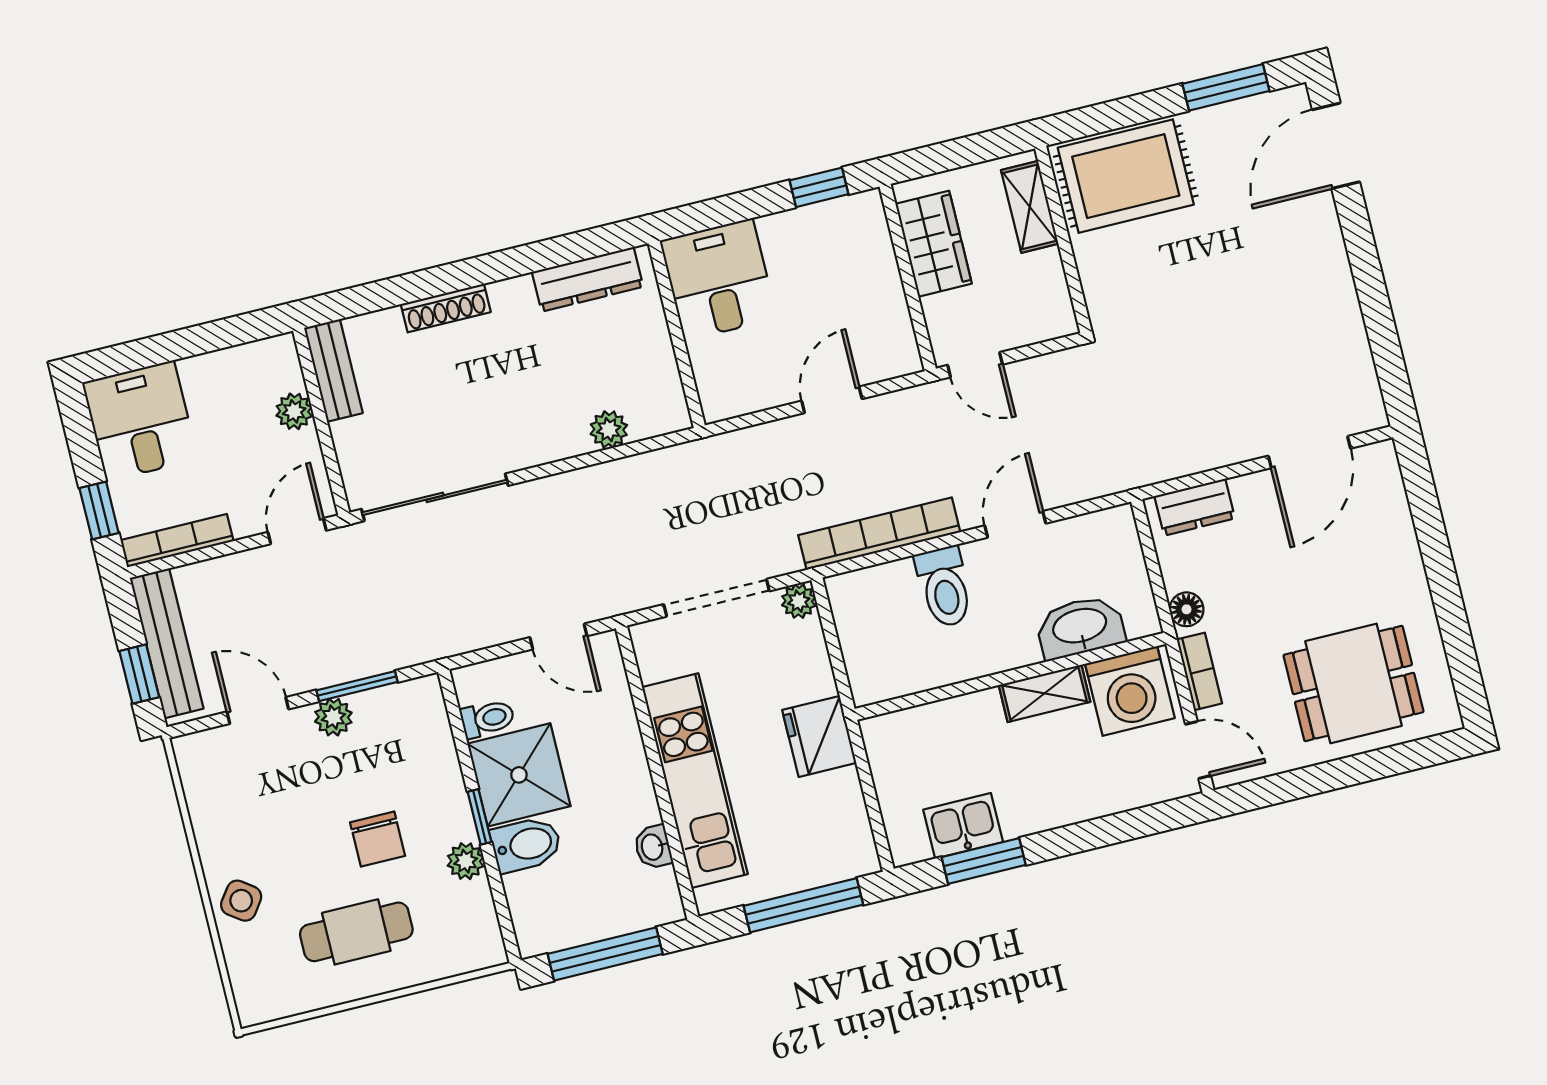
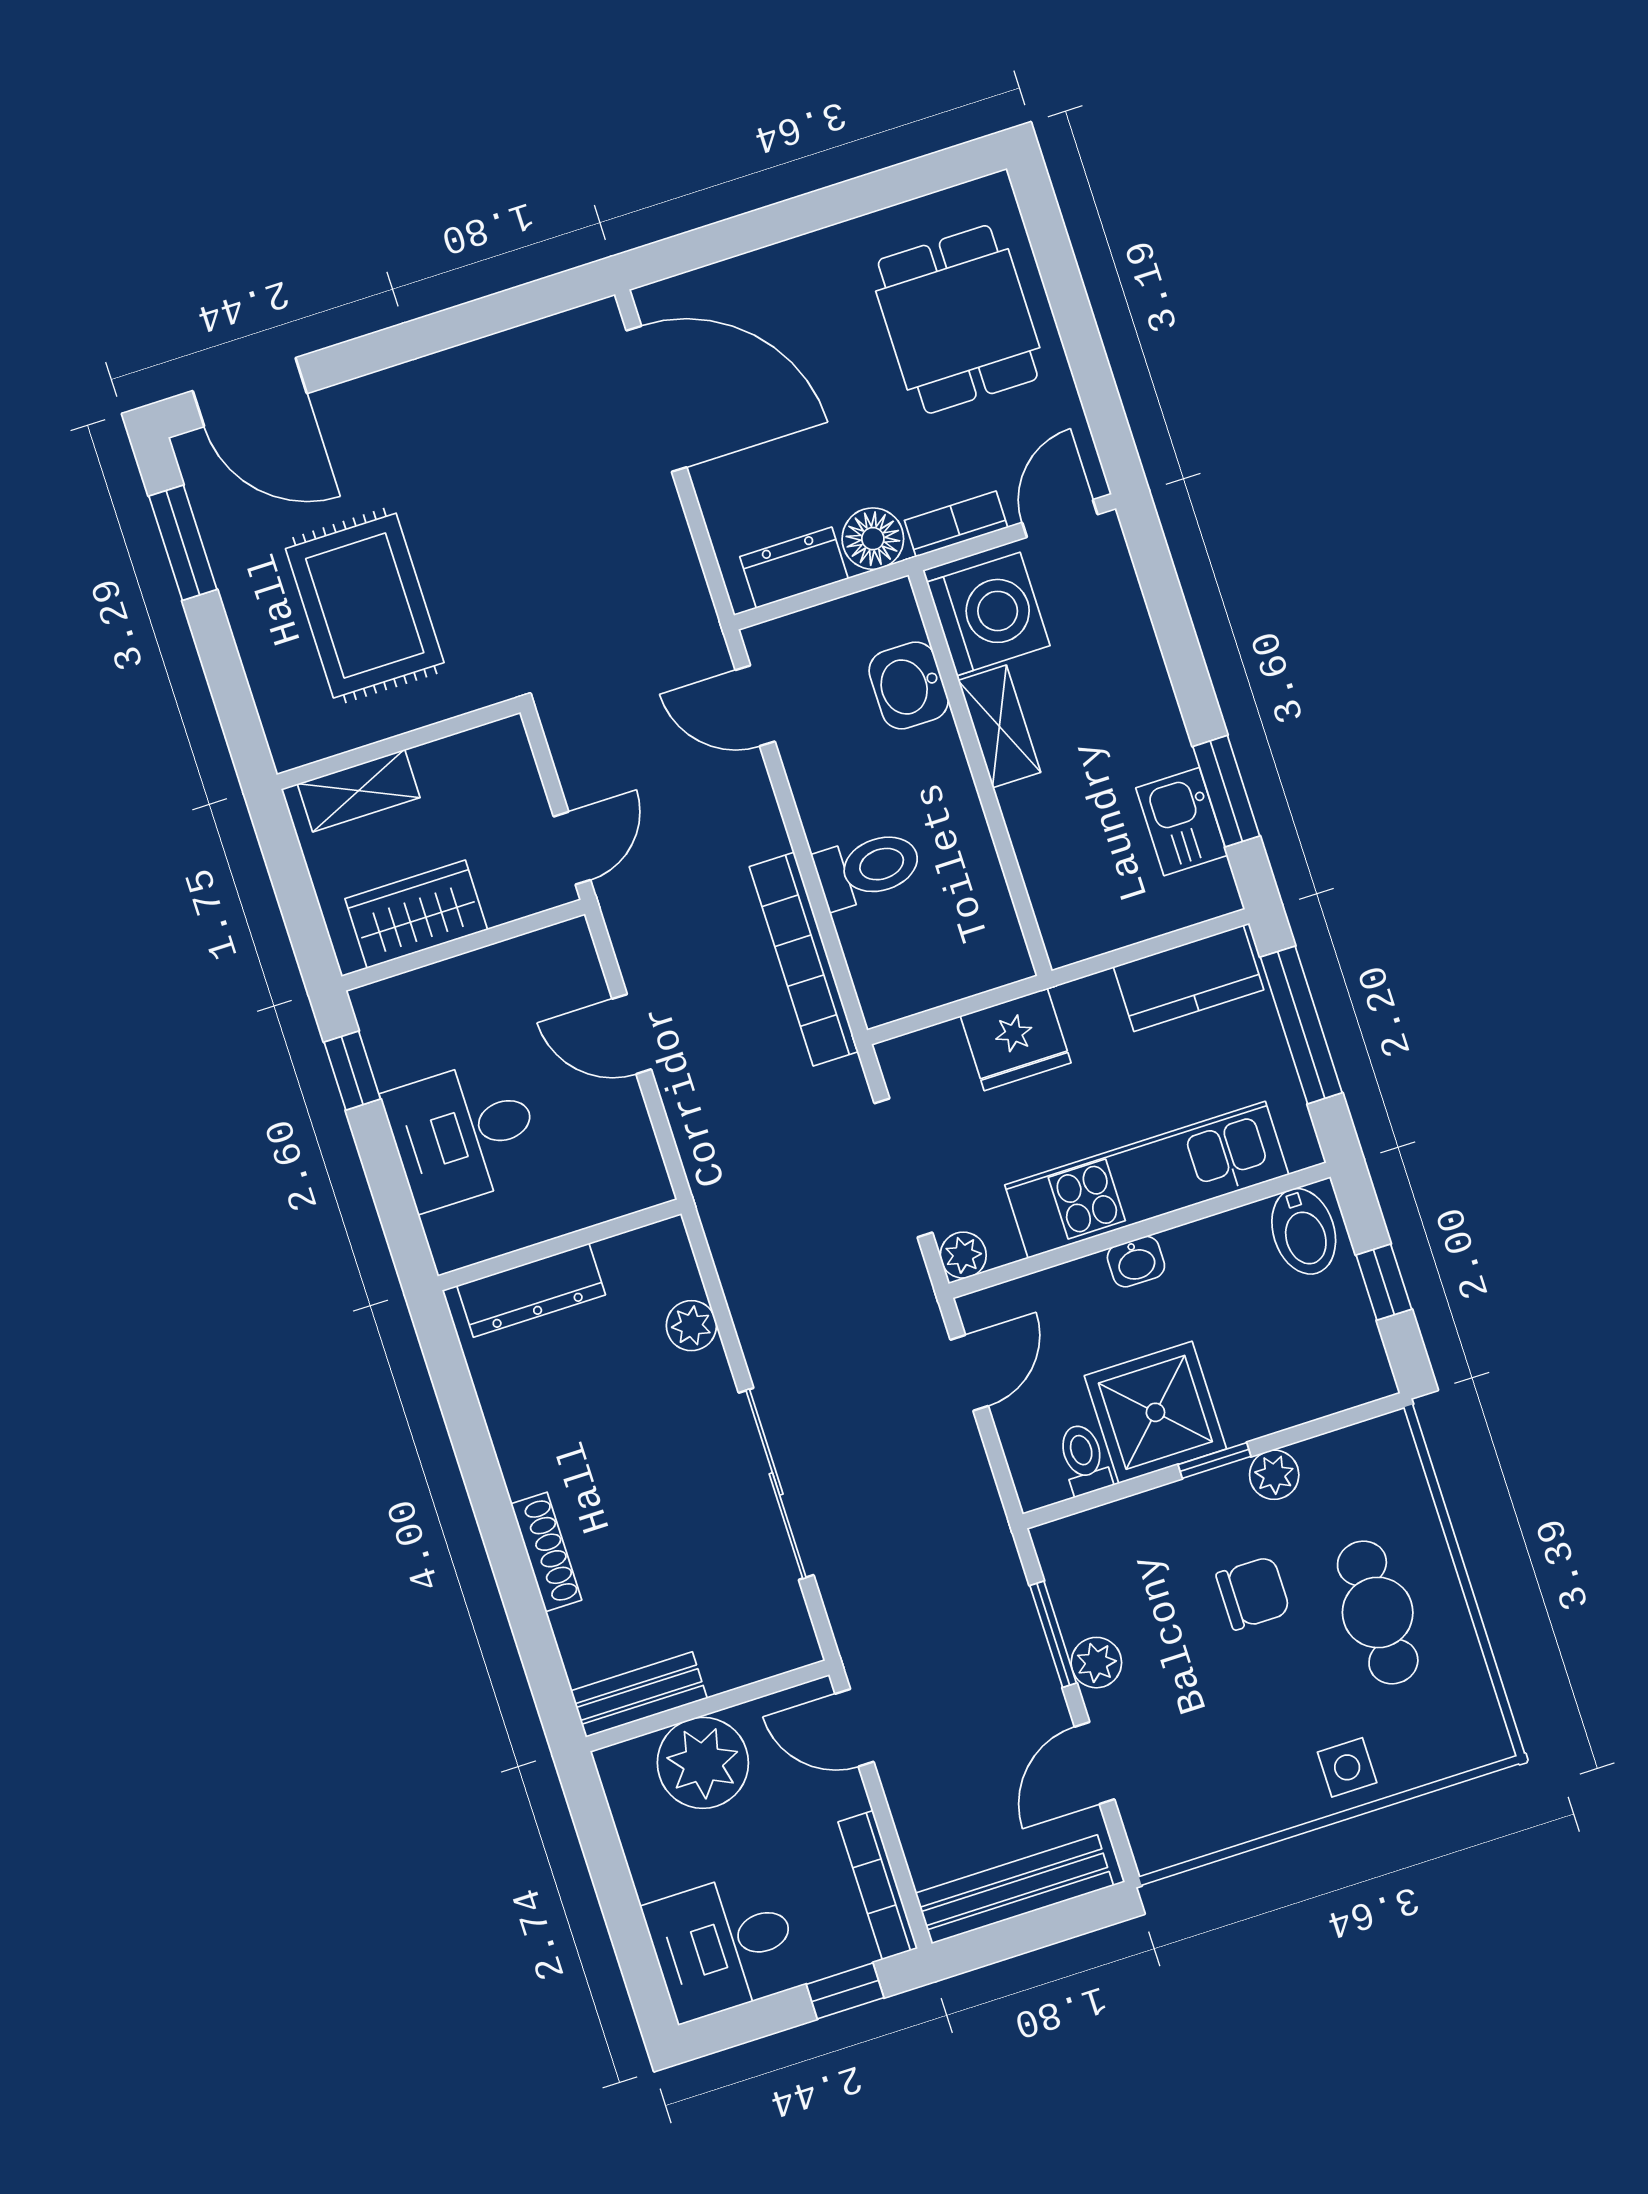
rug: (1126, 176) -> (365, 606), moved
dresser: (588, 279) -> (531, 1290), moved, turned 90
desk: (718, 280) -> (464, 1134), moved
plant: (294, 411) -> (703, 1763), width x1.88, depth x1.88
door: (1309, 452) -> (657, 399), width x1.36
sliding door: (435, 497) -> (776, 1484), moved
dresser: (1195, 507) -> (794, 568), moved, turned -90
door: (1015, 524) -> (755, 706), moved
plant: (799, 601) -> (963, 1255), moved
floor lamp: (1187, 609) -> (873, 539), width x1.37, depth x1.37
washbasin: (1080, 627) -> (909, 686), width x0.72
window: (139, 674) -> (1057, 1923), removed
fridge: (819, 736) -> (1016, 1039), moved
kitchen counter: (844, 823) -> (1188, 978), added
bidet: (526, 845) -> (1304, 1231), moved, turned 180
washbasin: (653, 847) -> (1136, 1262), moved
side table: (241, 901) -> (1347, 1767), turned -36
window: (605, 954) -> (1384, 1282), width x0.46

